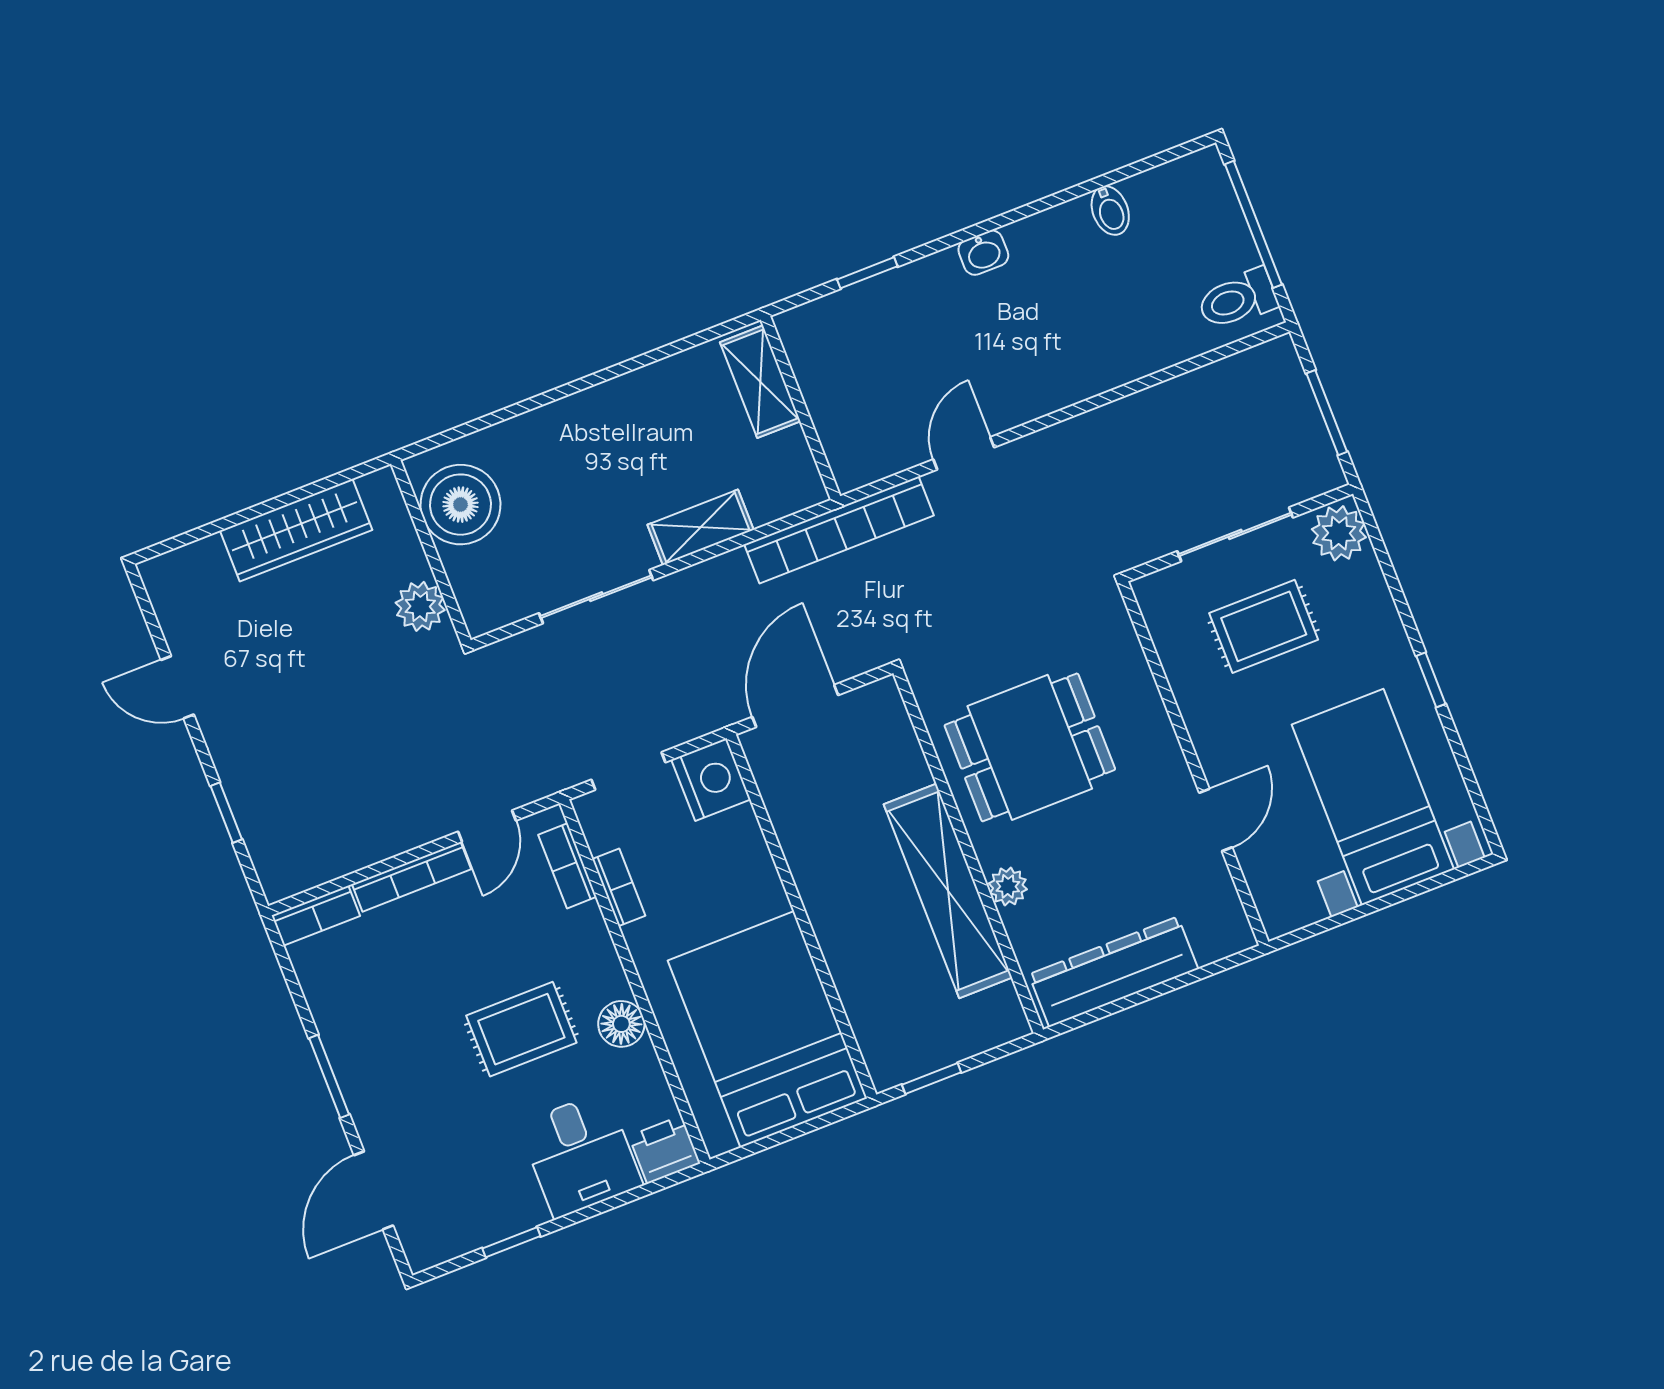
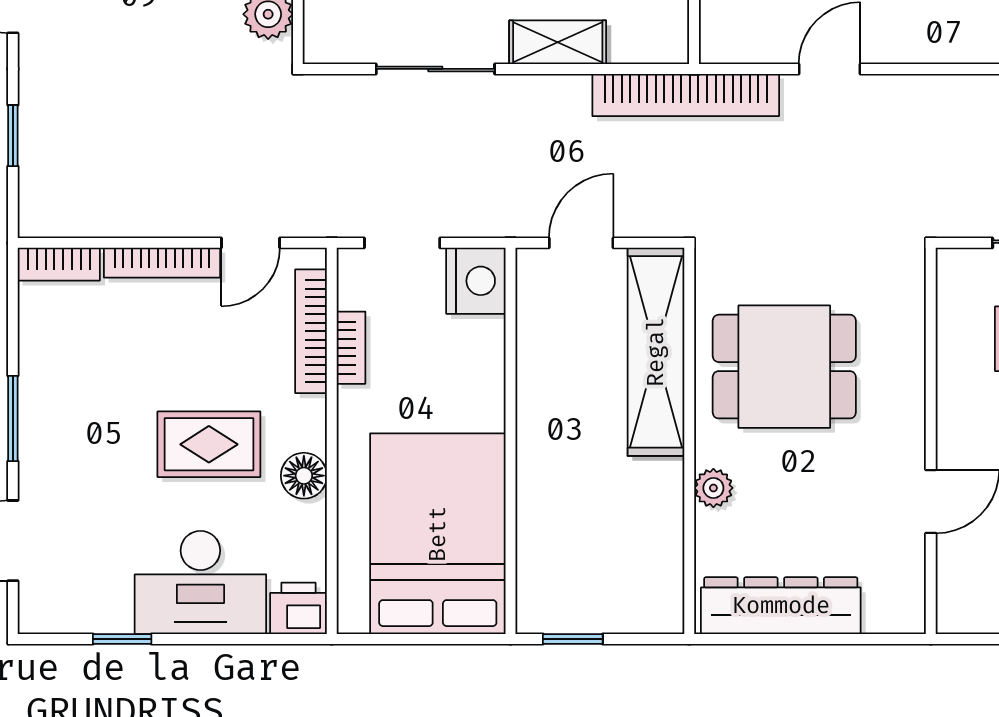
door: (795, 706) -> (581, 243), width x0.73
bookcase: (567, 866) -> (311, 331), width x1.56
shelving: (948, 891) -> (656, 352), moved
desk: (580, 1155) -> (200, 583), width x1.37

